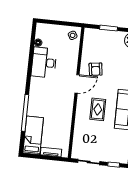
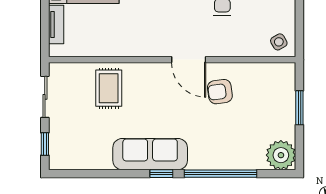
rug: (98, 109) -> (109, 88), moved, turned 90

